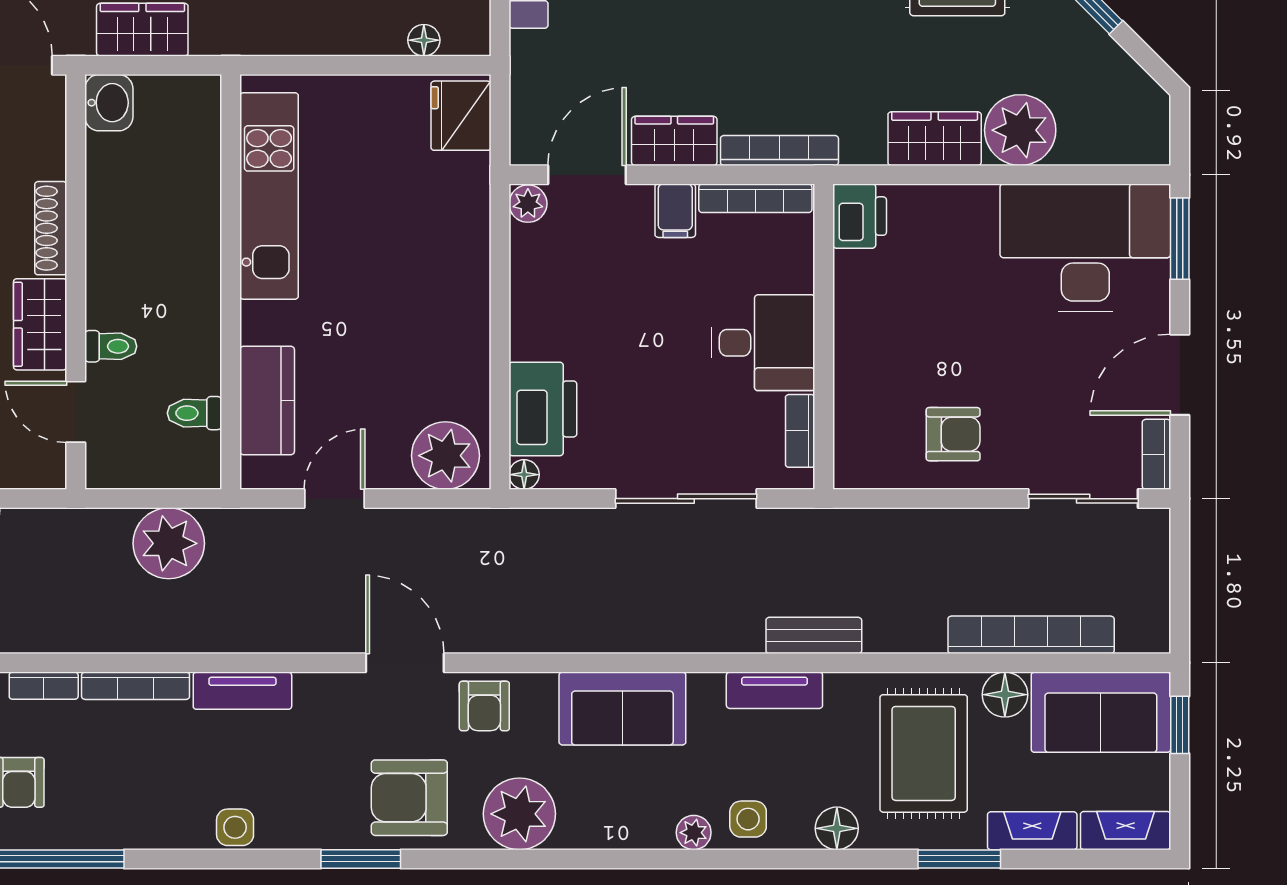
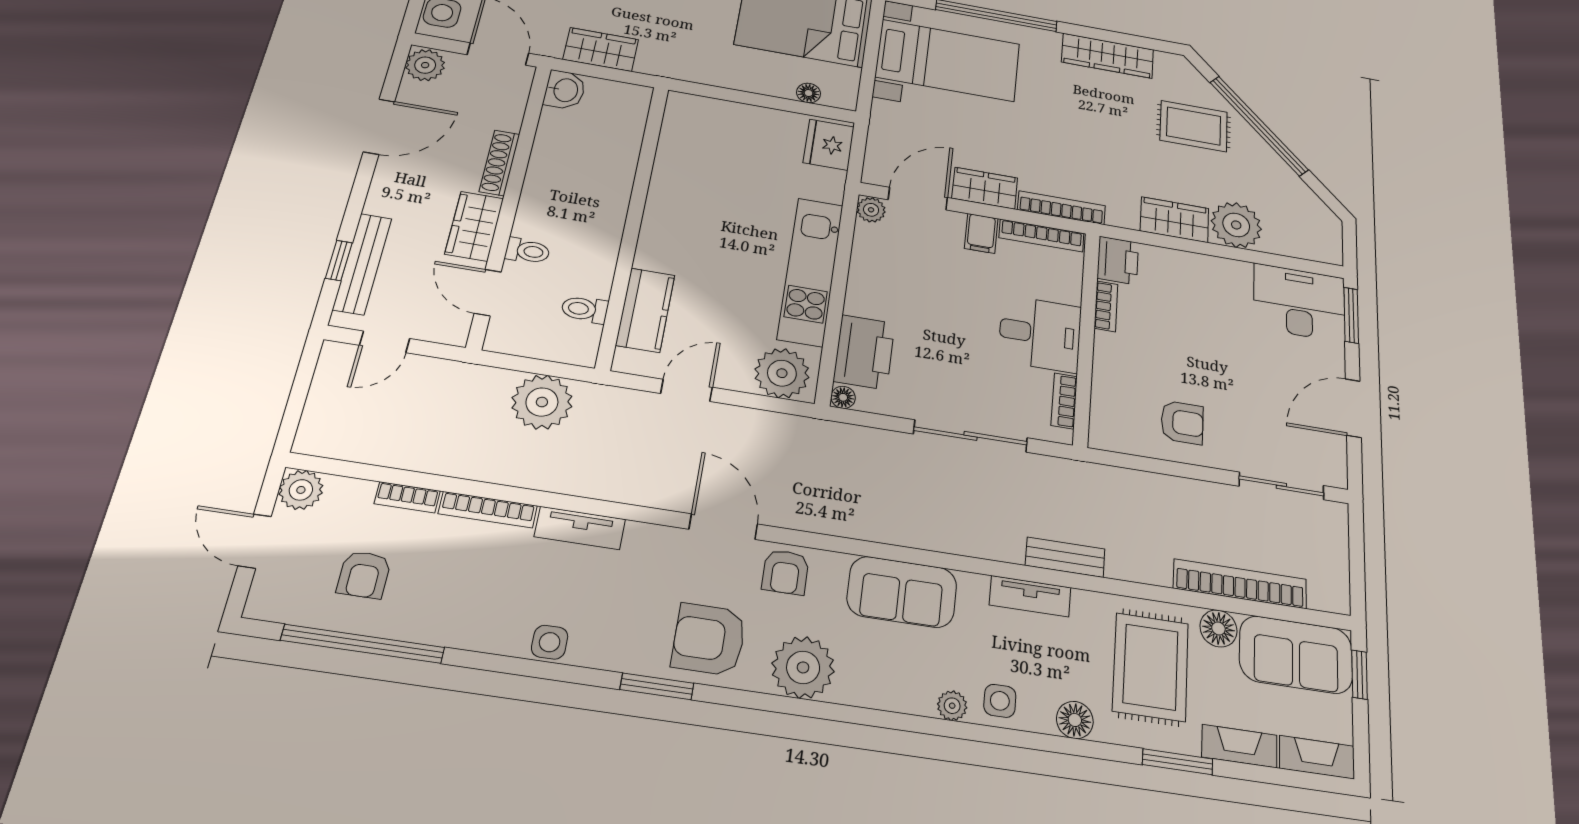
kitchen unit: (269, 196) -> (810, 271), moved, turned 180
desk: (1085, 248) -> (1299, 303), width x0.73, depth x0.77
bookcase: (1156, 454) -> (1106, 306), moved, turned 180

